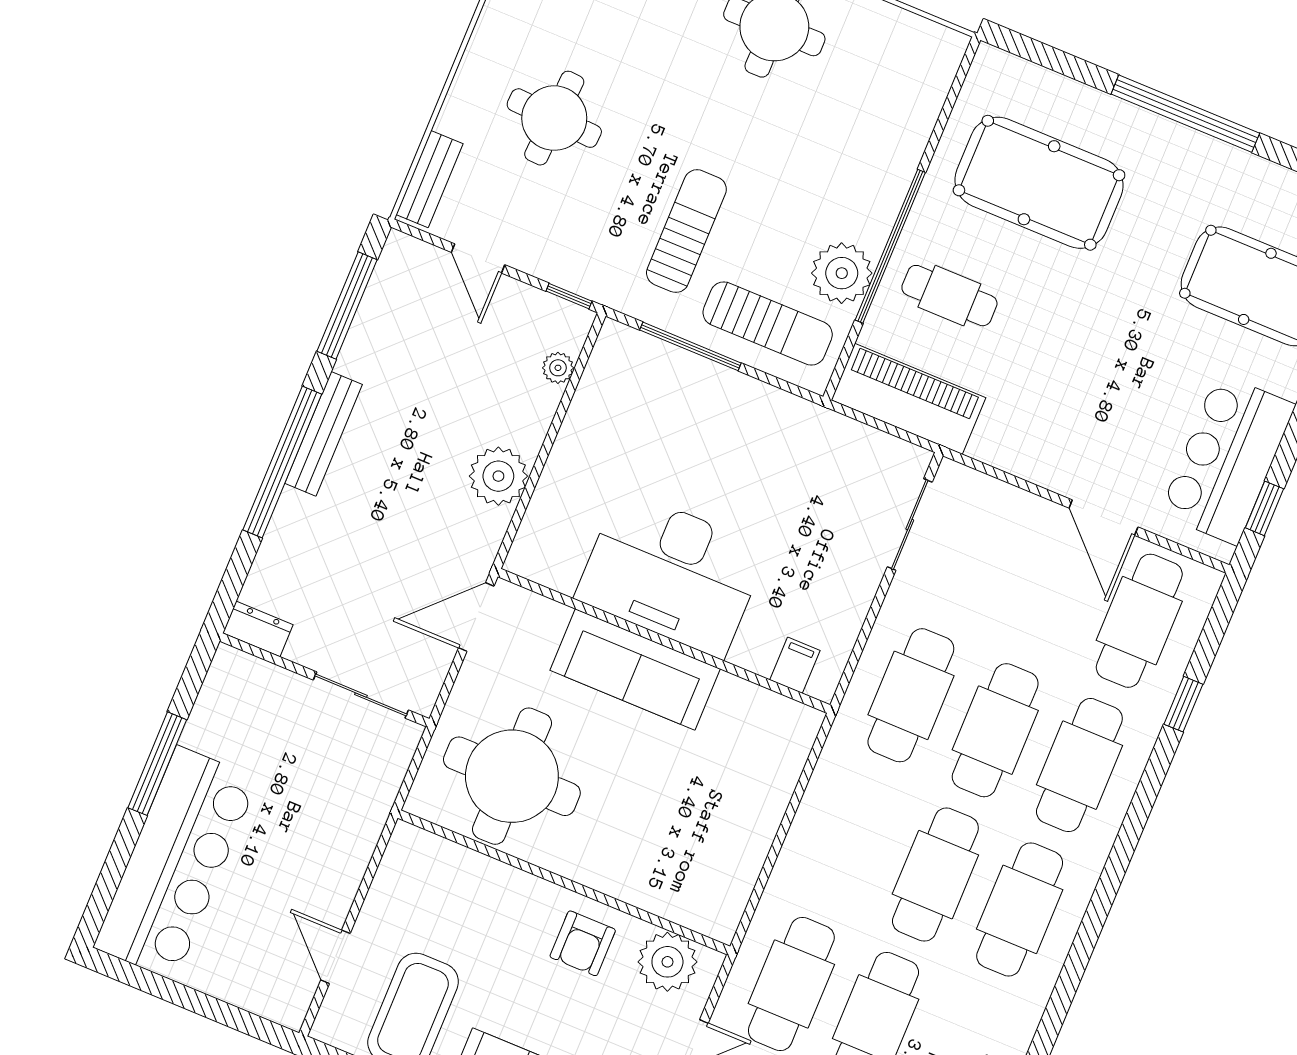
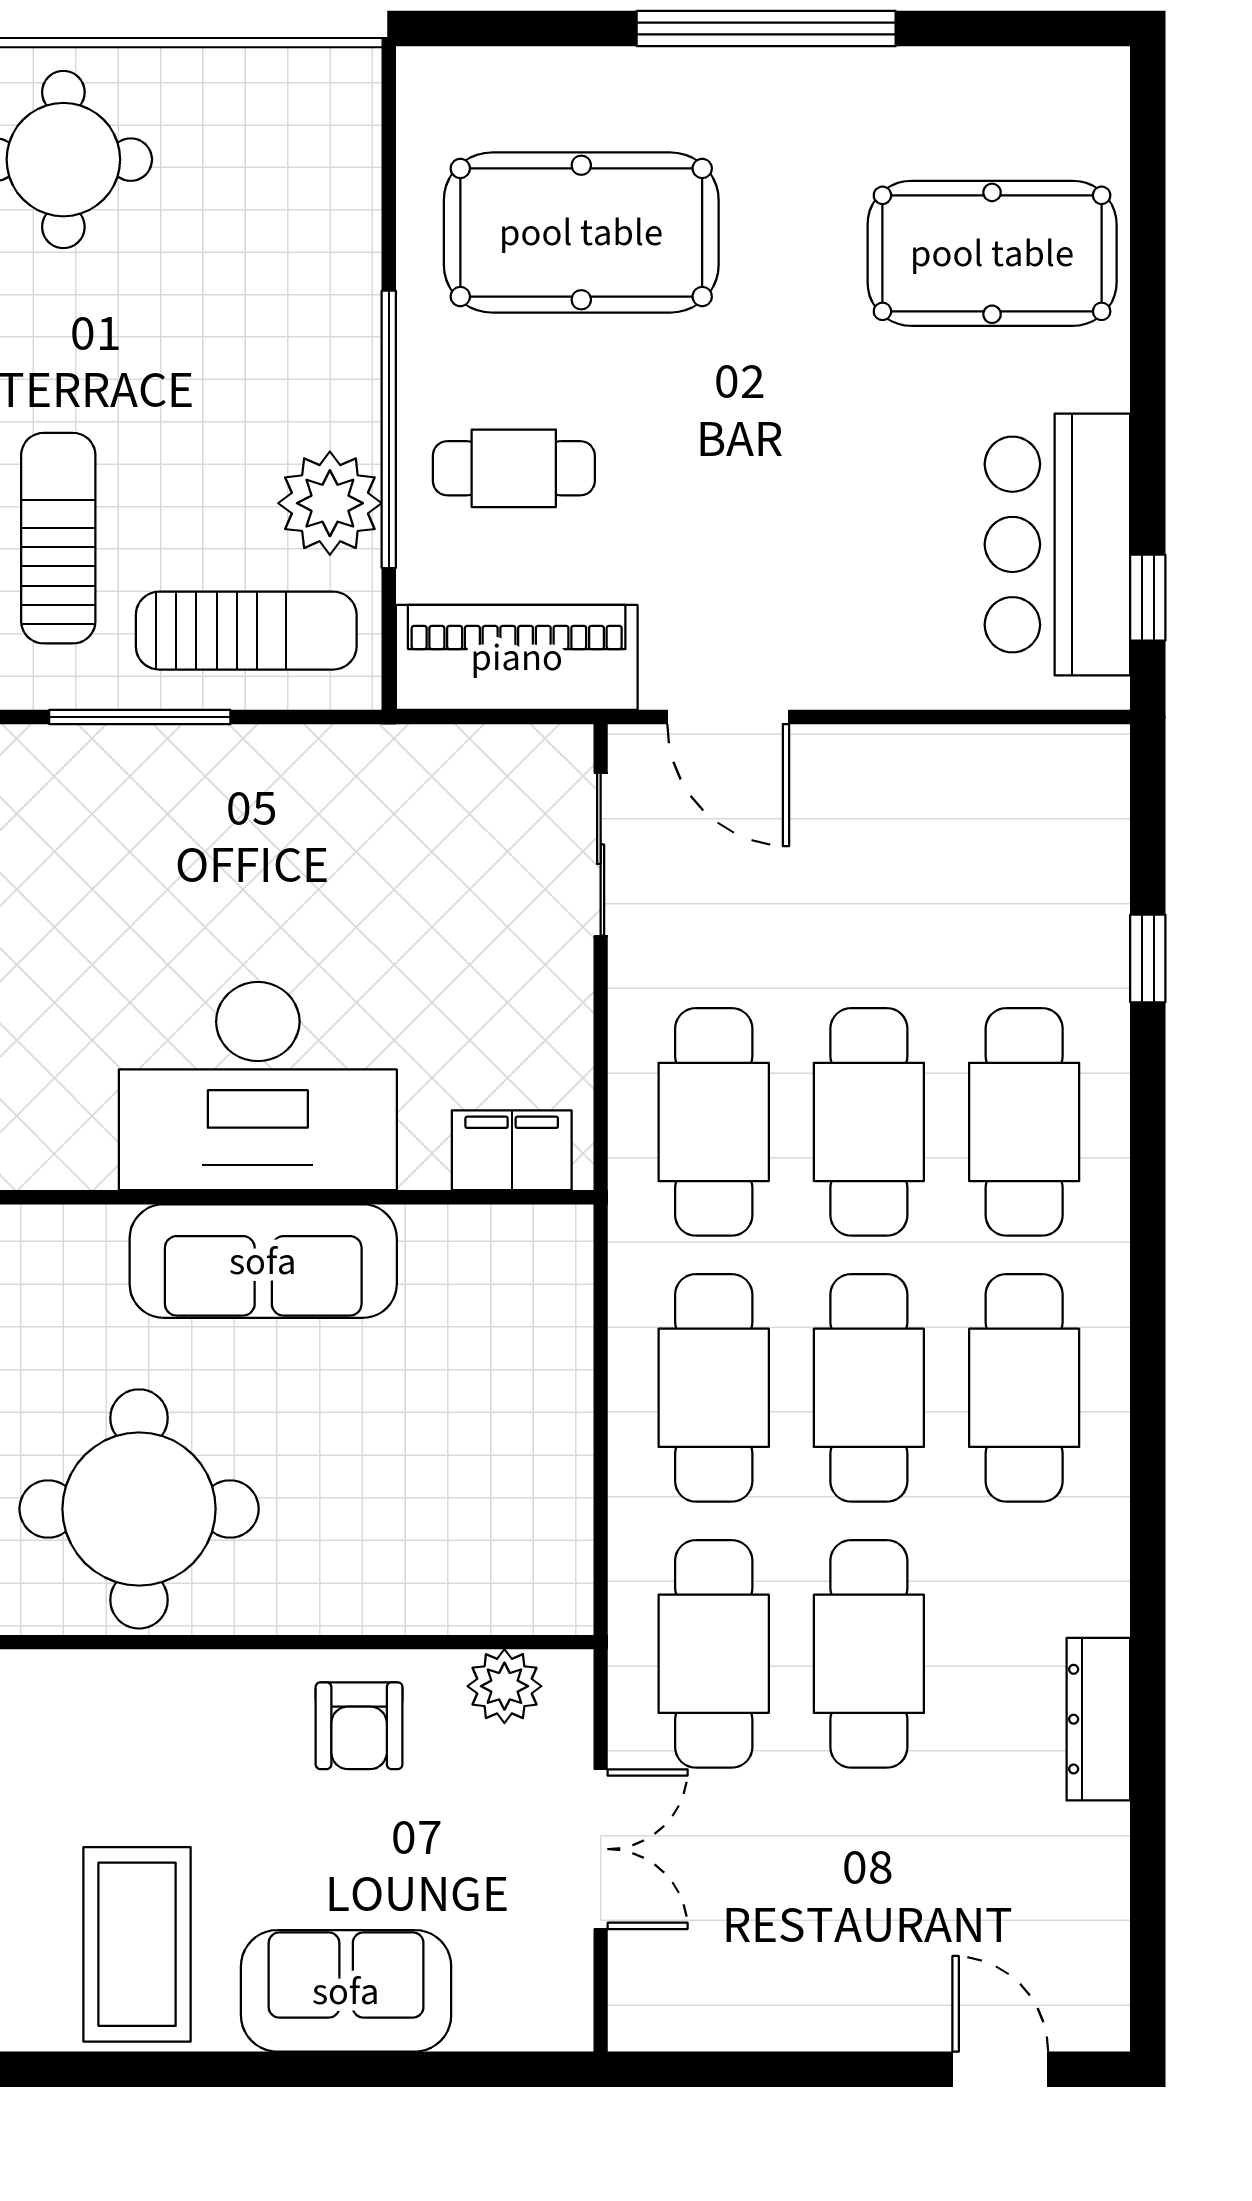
door: (1103, 518) -> (728, 717), moved
cafe table: (1139, 621) -> (714, 1388), moved
filing cabinet: (795, 665) -> (512, 1150), width x2.00
plant: (667, 962) -> (504, 1686), width x0.73, depth x0.73

